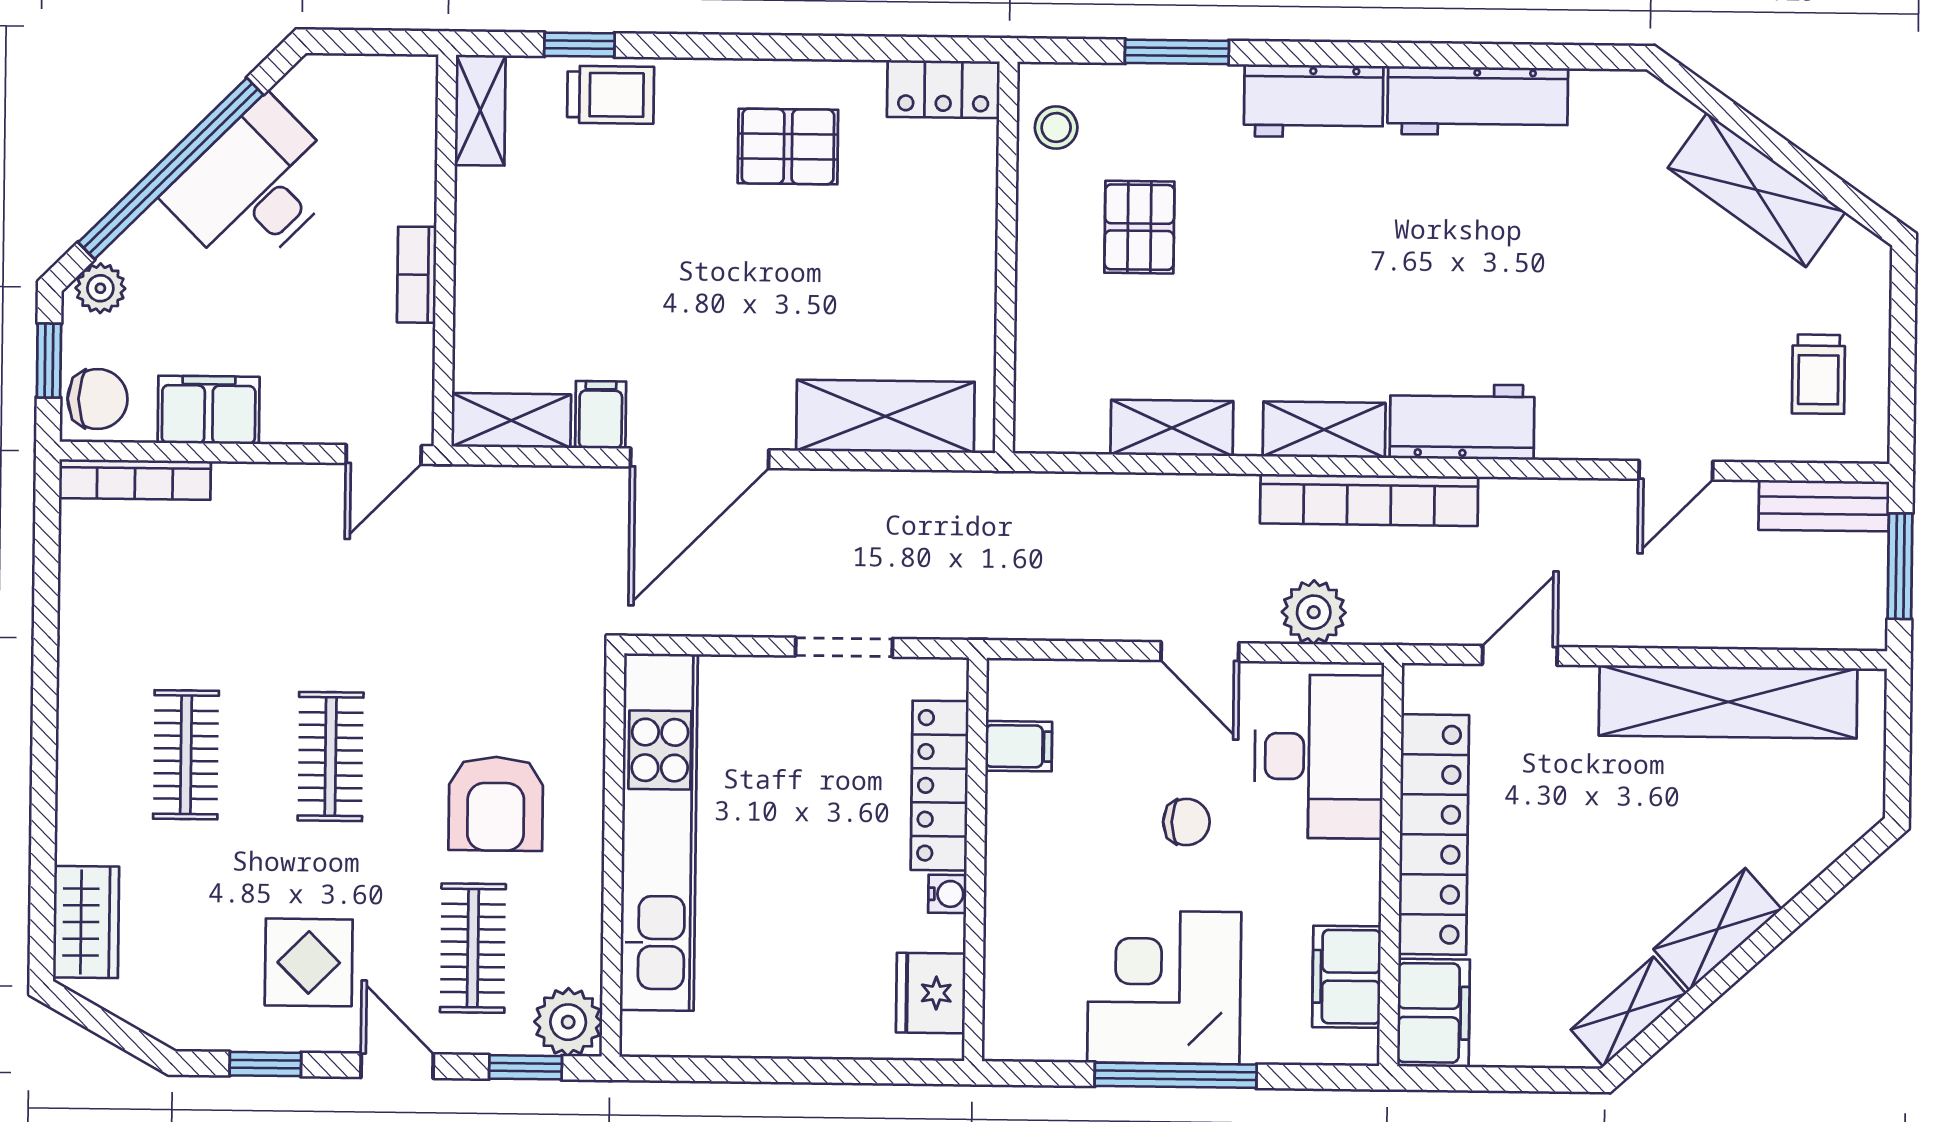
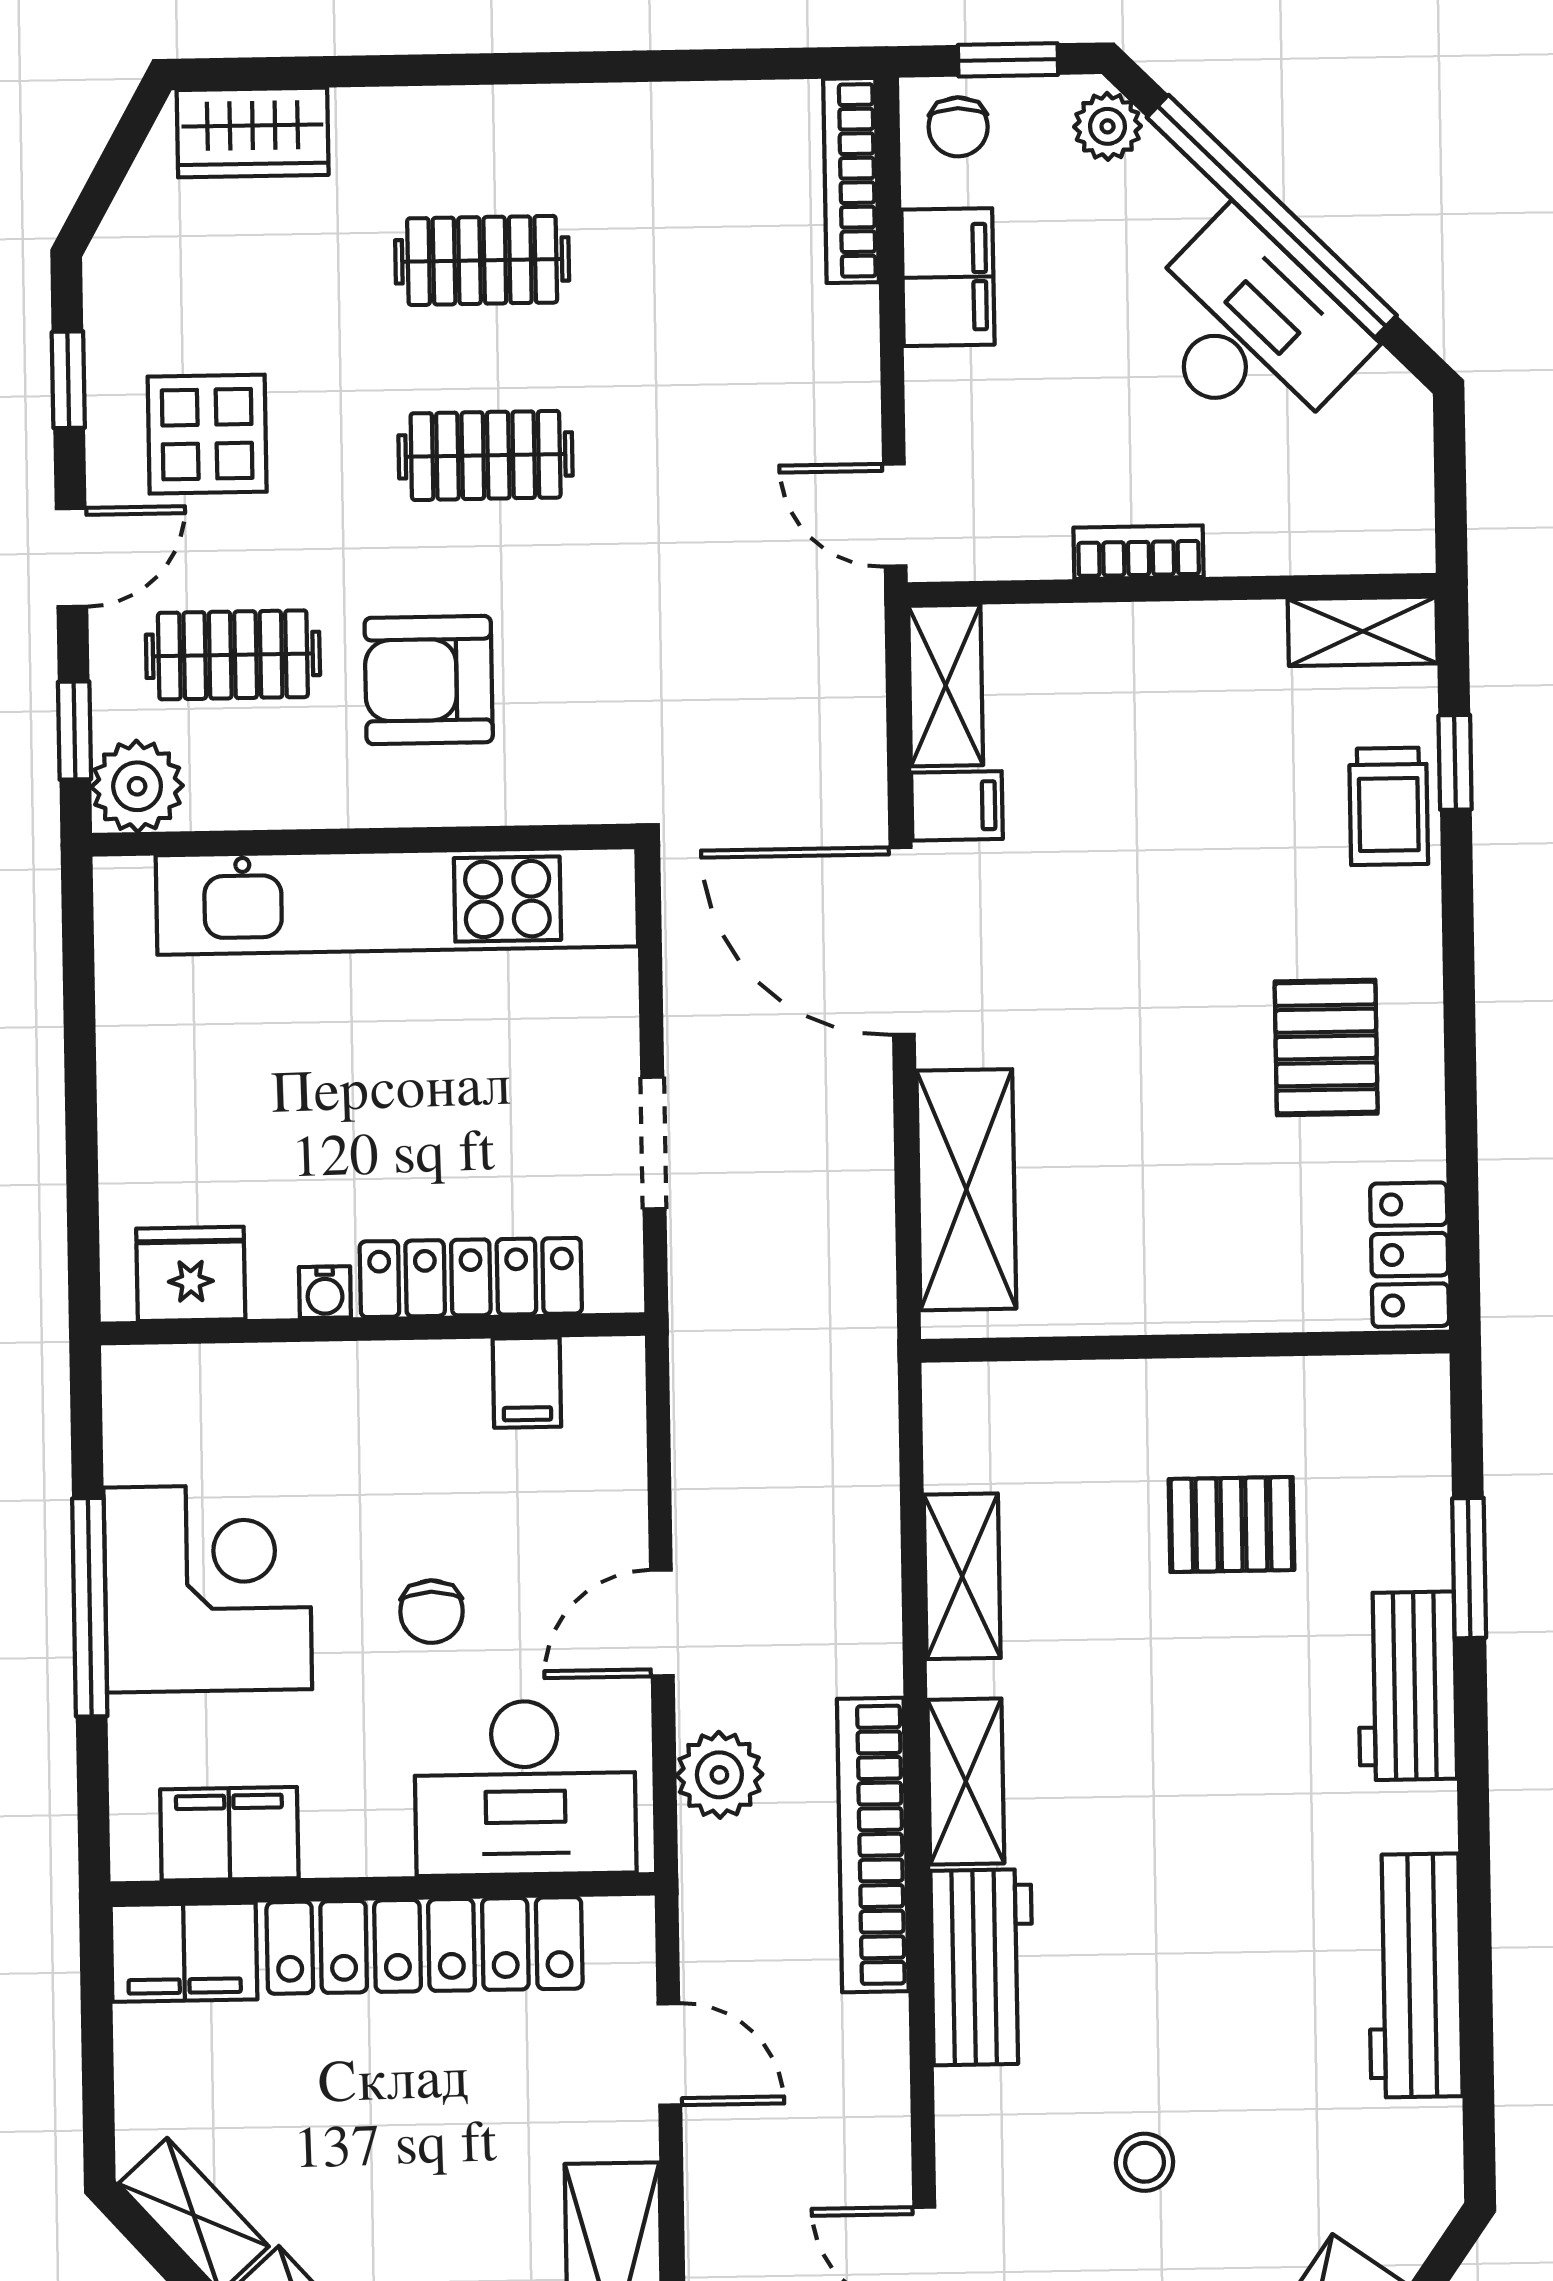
workbench: (1314, 101) -> (1407, 1686), moved
stool: (1056, 127) -> (1145, 2162), moved
chair: (97, 399) -> (958, 127), width x0.73, depth x0.73

